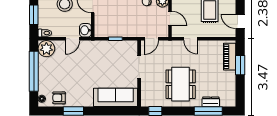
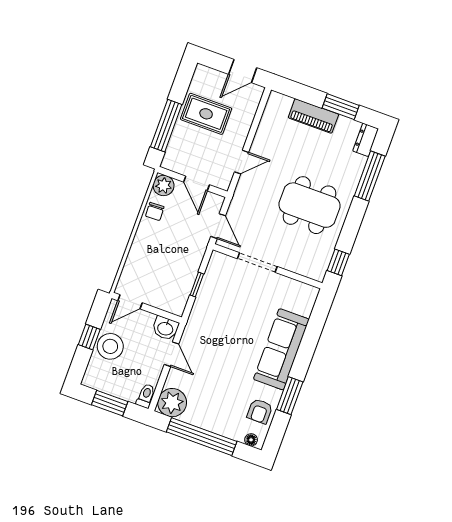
door: (170, 19) -> (196, 183), swing flipped
piano: (230, 57) -> (313, 116), moved
window: (240, 65) -> (341, 107), moved
sofa: (116, 97) -> (281, 349), moved
dresser: (211, 102) -> (366, 140), moved

